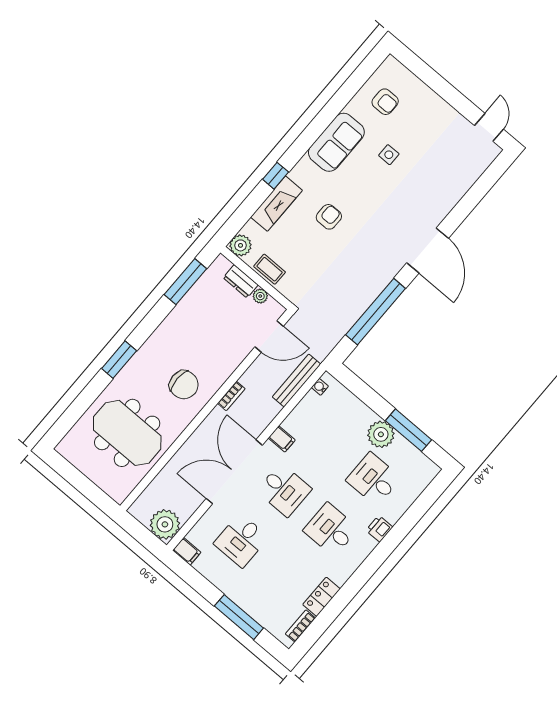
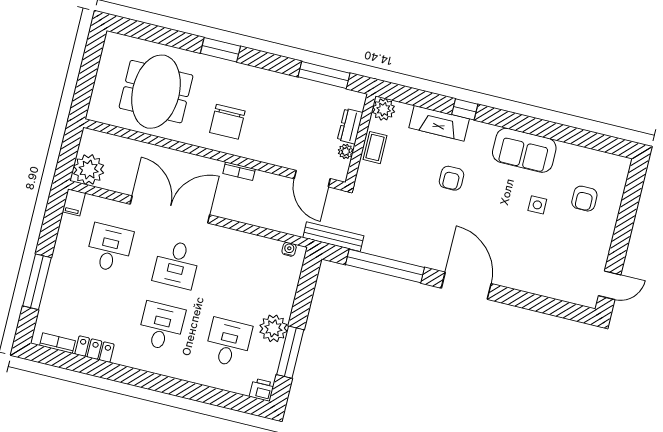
armchair: (385, 102) -> (584, 199), moved
armchair: (329, 217) -> (451, 178), turned 90
door: (428, 251) -> (466, 286), swing flipped
bench: (297, 381) -> (333, 237), moved
filing cabinet: (282, 439) -> (223, 238), removed
printer: (379, 529) -> (262, 390), moved
desk: (241, 540) -> (109, 248), turned 90

